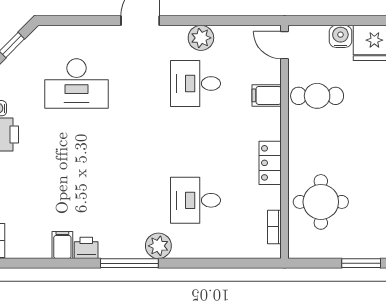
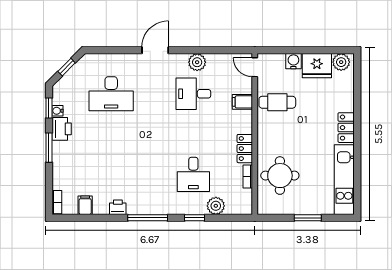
desk: (196, 200) -> (193, 174), turned -90
bookcase: (274, 227) -> (248, 176), moved
filing cabinet: (62, 245) -> (85, 205), moved
plant: (158, 246) -> (216, 206), moved
window: (197, 263) -> (195, 218), added

